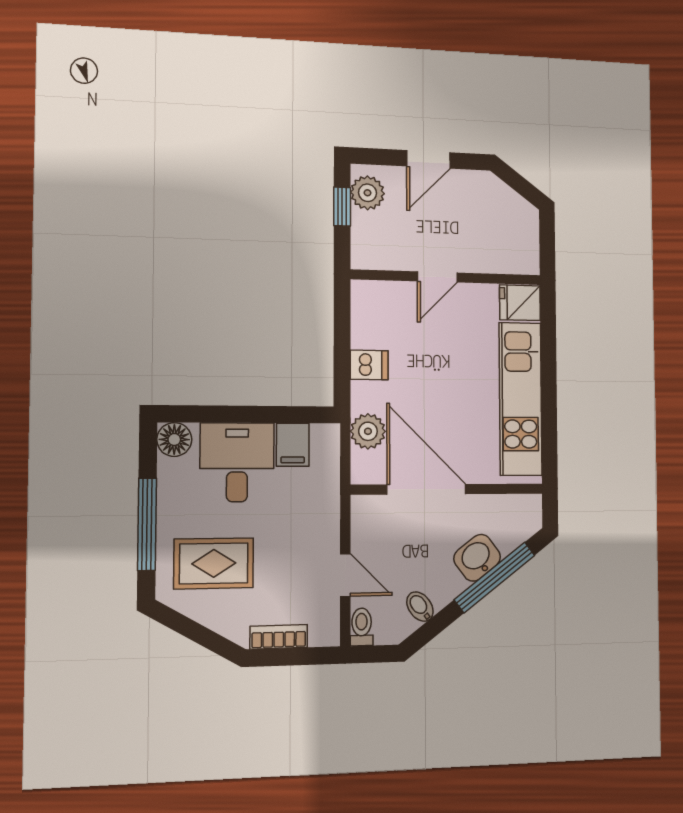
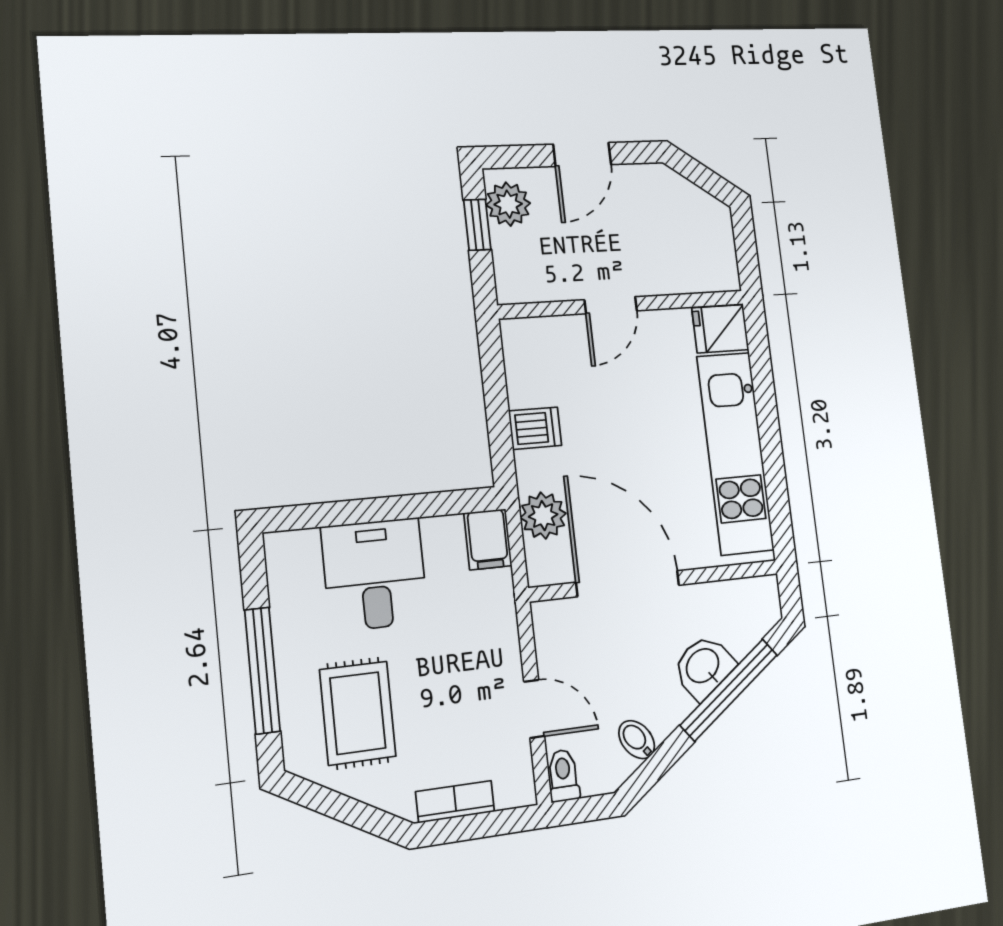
floor lamp: (174, 440) -> (287, 553), removed
filing cabinet: (293, 445) -> (488, 539), moved
rug: (214, 563) -> (358, 713), turned 90

